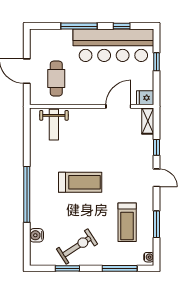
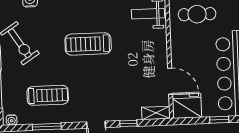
fridge: (145, 98) -> (187, 106), width x1.88, depth x1.34
treadmill: (80, 182) -> (88, 44), turned 90
treadmill: (127, 222) -> (48, 95), turned 180

